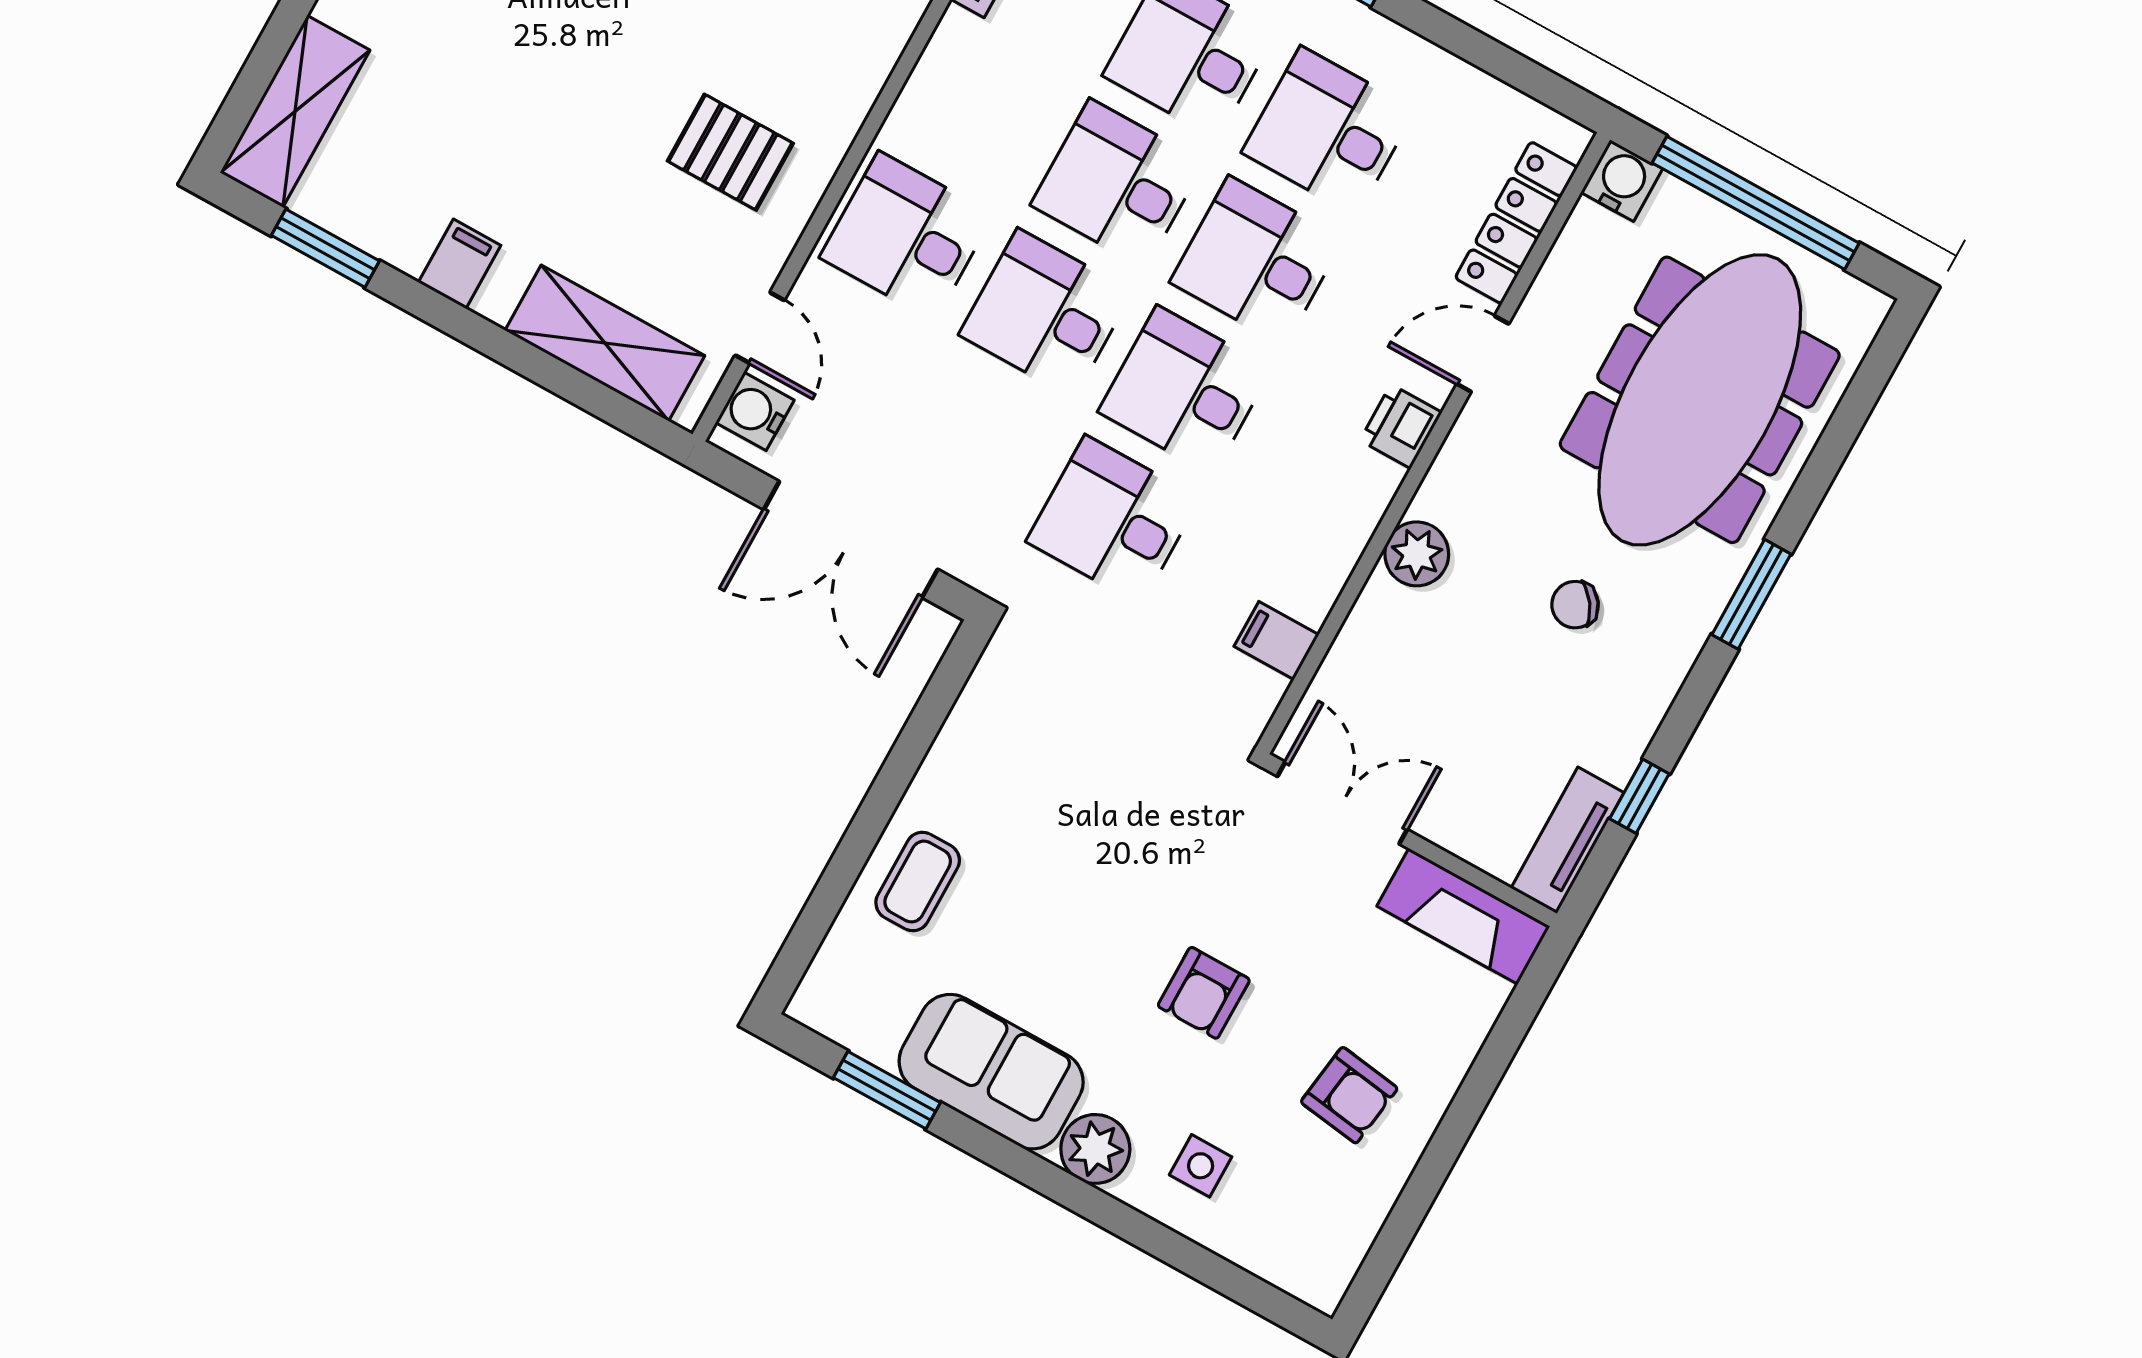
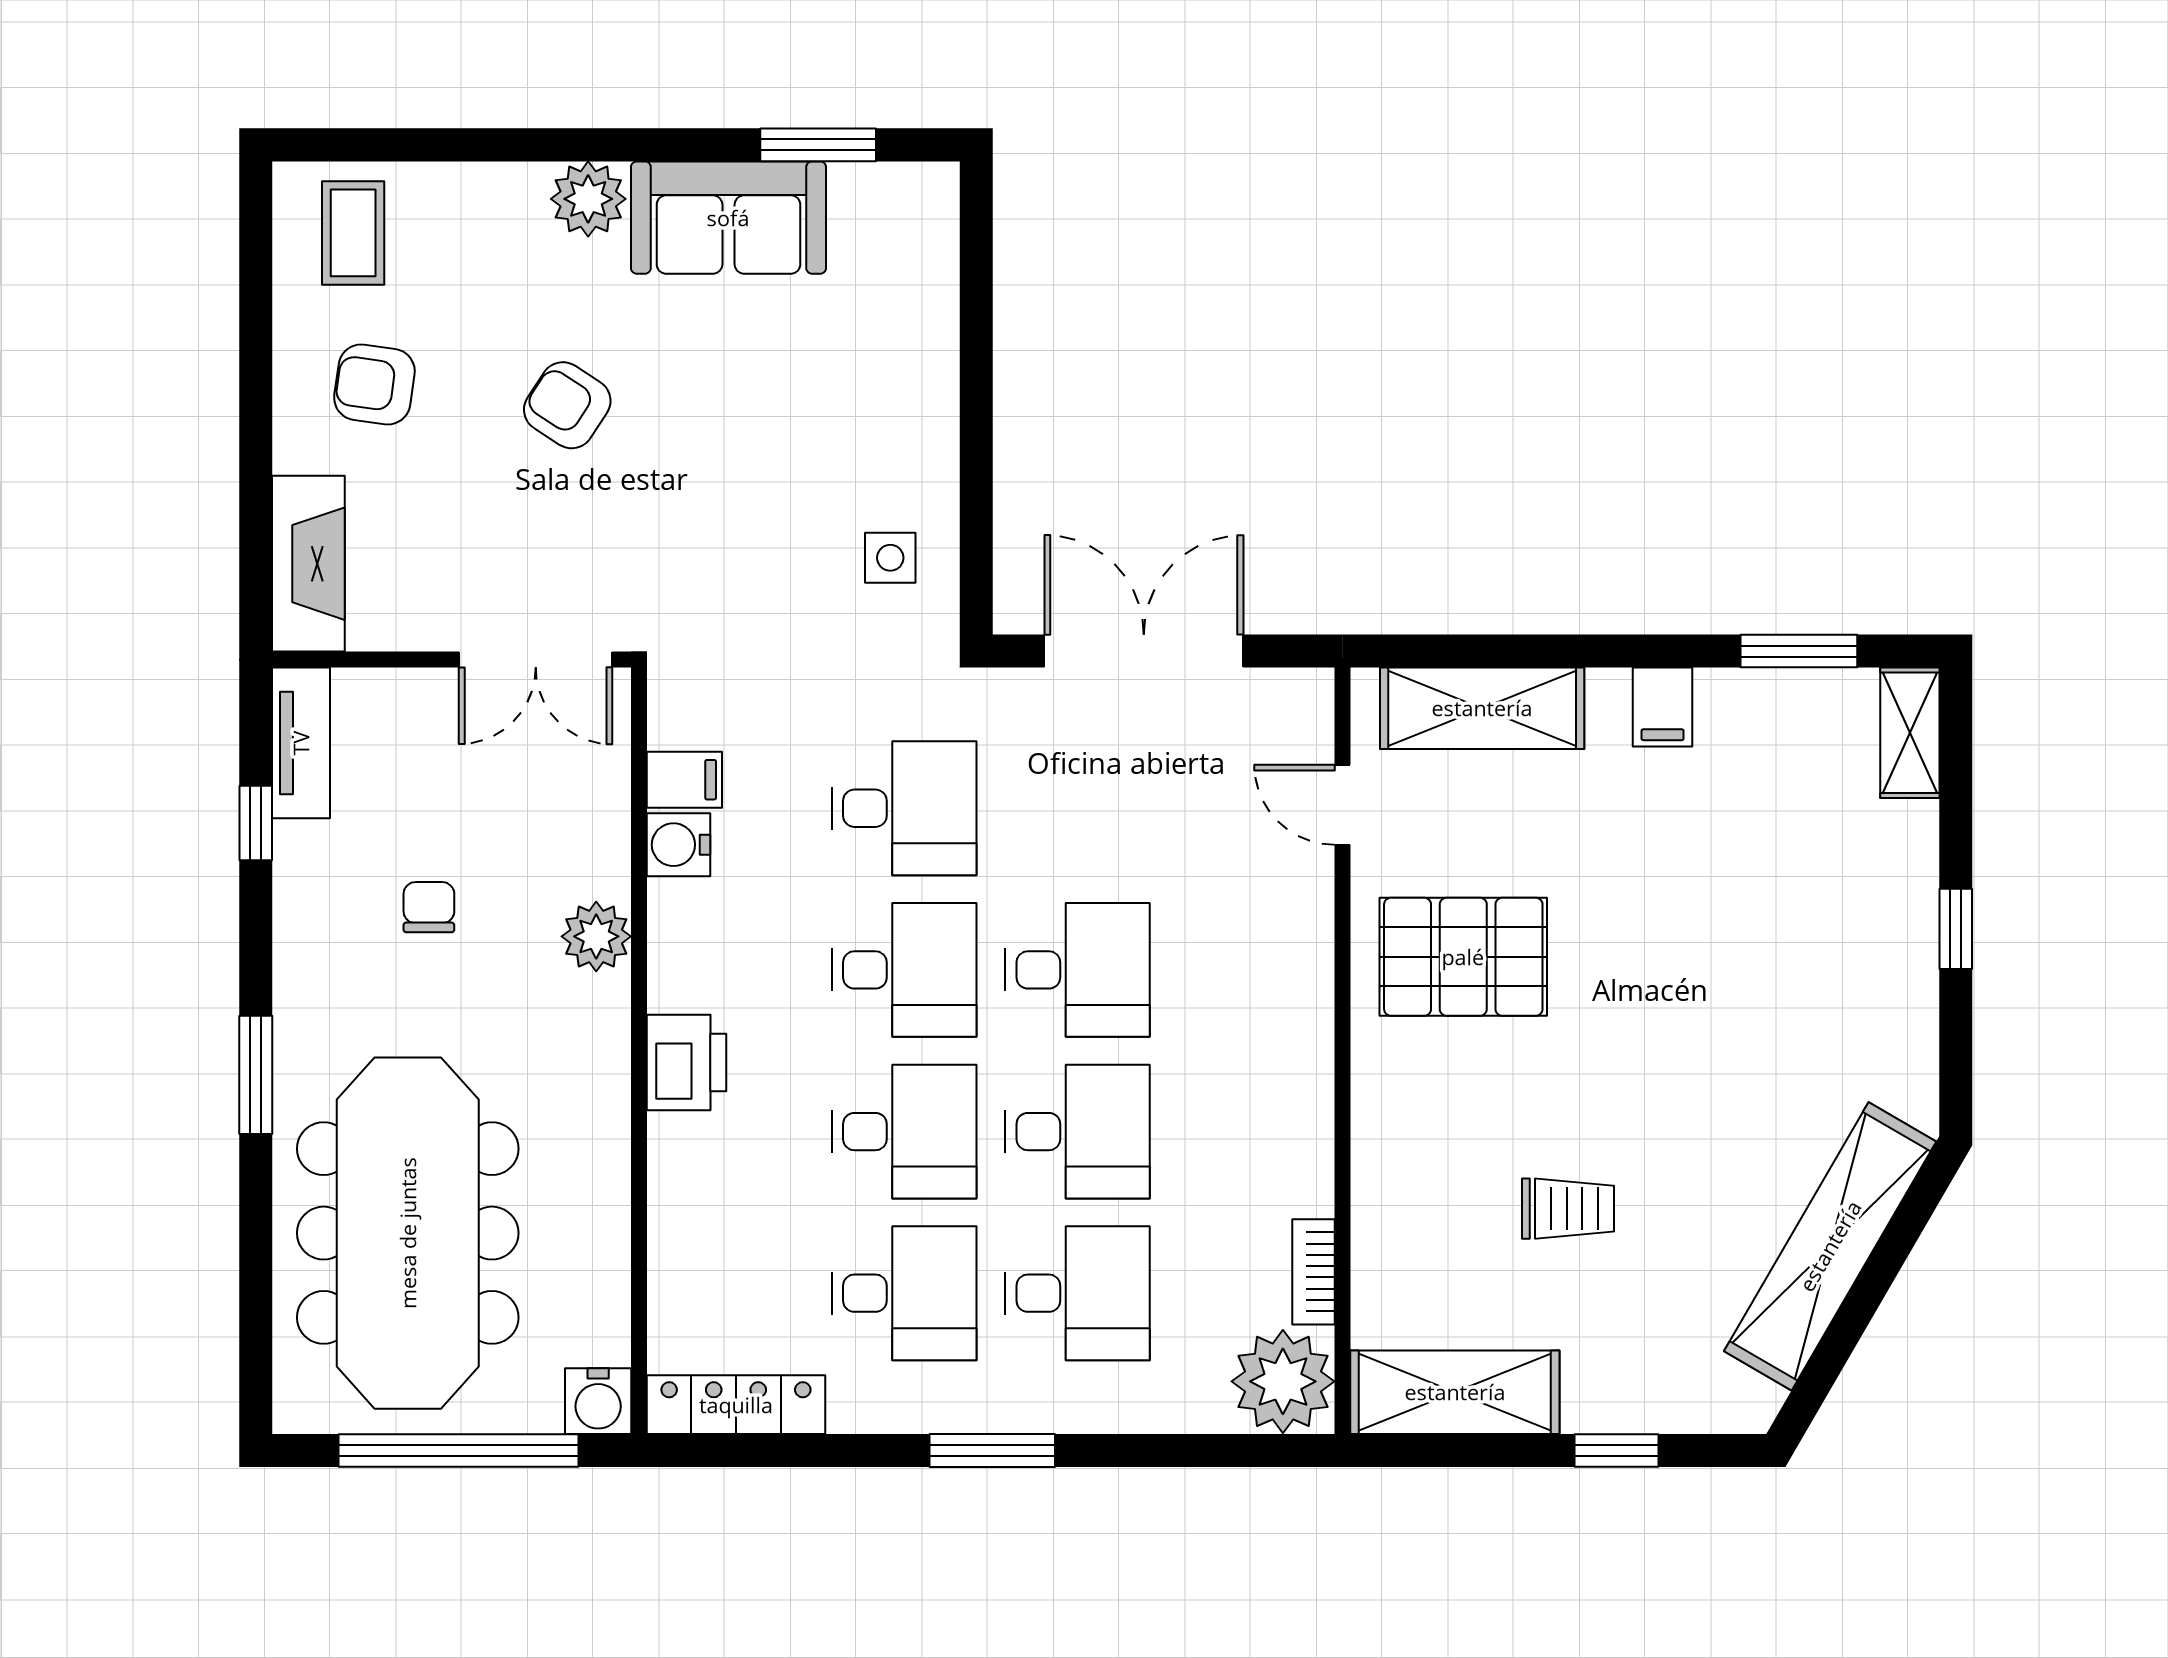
shelving: (295, 111) -> (1910, 733), width x0.67, depth x0.75
pallet: (730, 152) -> (1463, 957), width x1.50, depth x1.42
locker: (1516, 223) -> (736, 1405), moved, turned -90
desk: (907, 236) -> (1251, 970), removed
door: (1483, 354) -> (639, 1162), removed
water cooler: (755, 411) -> (678, 845), moved, turned 180
printer: (1401, 426) -> (687, 1063), width x1.36, depth x1.24
chair: (1575, 605) -> (429, 907), moved, turned -55
coffee table: (918, 882) -> (353, 233), moved
fireplace: (1463, 916) -> (308, 564), moved, turned 90
armchair: (1204, 993) -> (567, 405), turned -57
side table: (1201, 1166) -> (890, 558), moved

